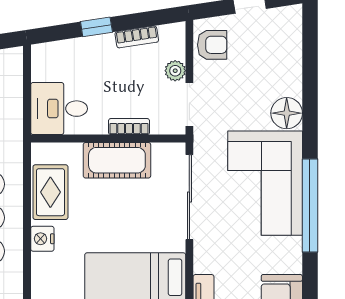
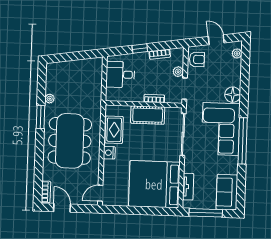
plant: (292, 30) -> (237, 54), added
desk: (59, 109) -> (120, 75), moved

